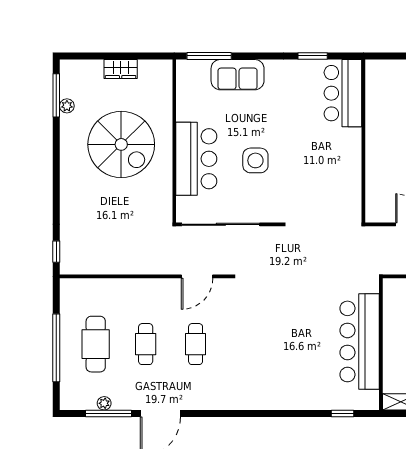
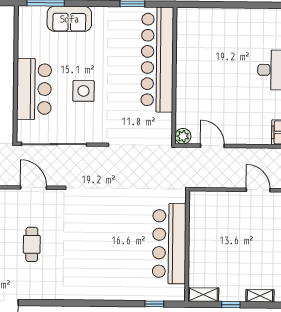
bar counter: (343, 93) -> (157, 60), width x1.86
plant: (375, 213) -> (183, 136), added
door: (197, 276) -> (34, 188), swing flipped

